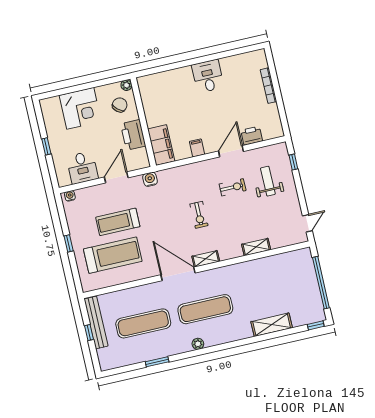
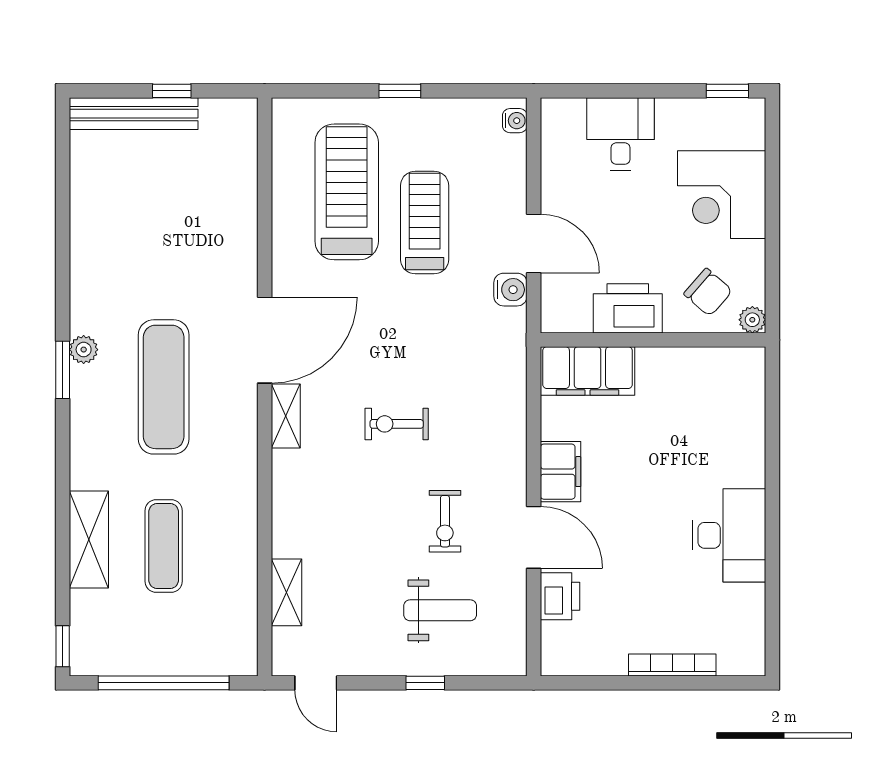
desk: (208, 76) -> (729, 535), width x1.37
window: (46, 146) -> (727, 91), moved
filing cabinet: (197, 148) -> (561, 472), width x2.00
window: (293, 162) -> (425, 683), moved
desk: (82, 168) -> (621, 134), moved, turned 90
water cooler: (150, 179) -> (510, 290), moved
shelving: (256, 247) -> (286, 592), moved
treadmill: (113, 255) -> (347, 192), turned 180
bench: (96, 322) -> (134, 114), moved
exercise mat: (143, 323) -> (164, 546), moved, width x0.73, depth x0.69
window: (157, 362) -> (63, 370), moved

